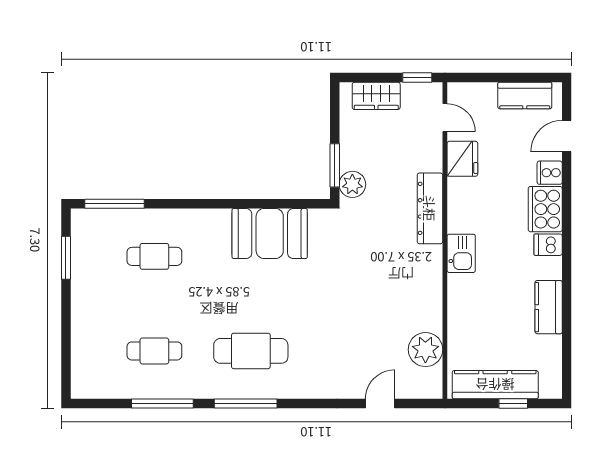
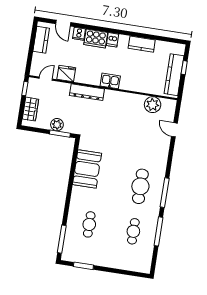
plant: (352, 184) -> (57, 125), moved

